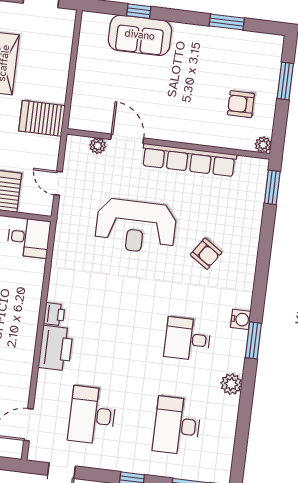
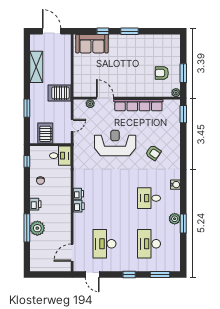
window: (227, 22) -> (130, 31), moved
sofa: (140, 35) -> (92, 44), moved
window: (285, 81) -> (183, 73), moved
door: (58, 183) -> (72, 126), swing flipped
reception desk: (136, 226) -> (115, 143), turned 180
window: (253, 340) -> (183, 223), moved
printer: (56, 348) -> (79, 206), width x0.53, depth x0.68

